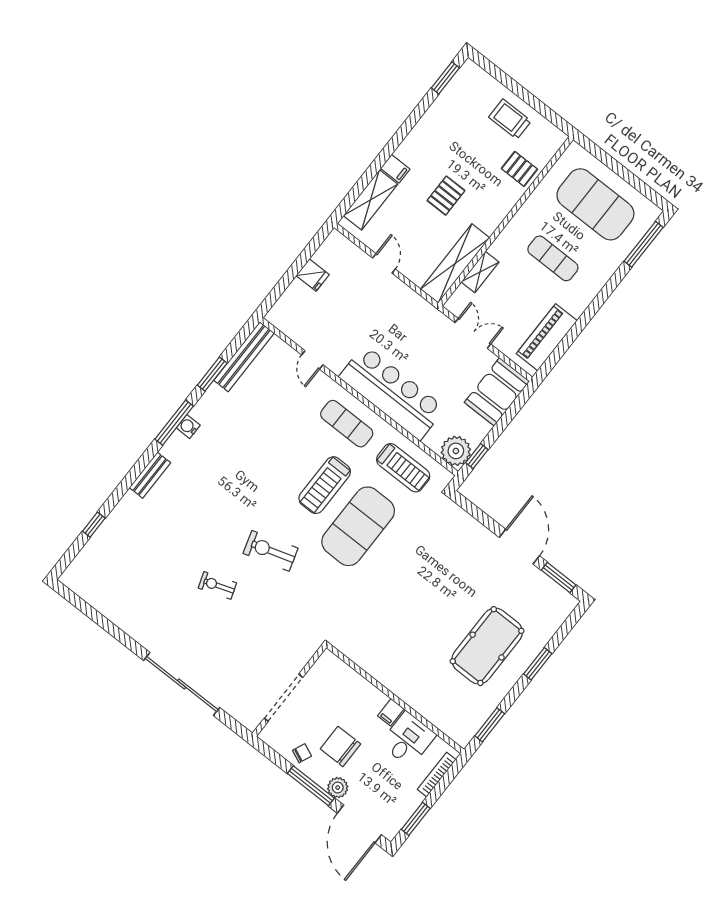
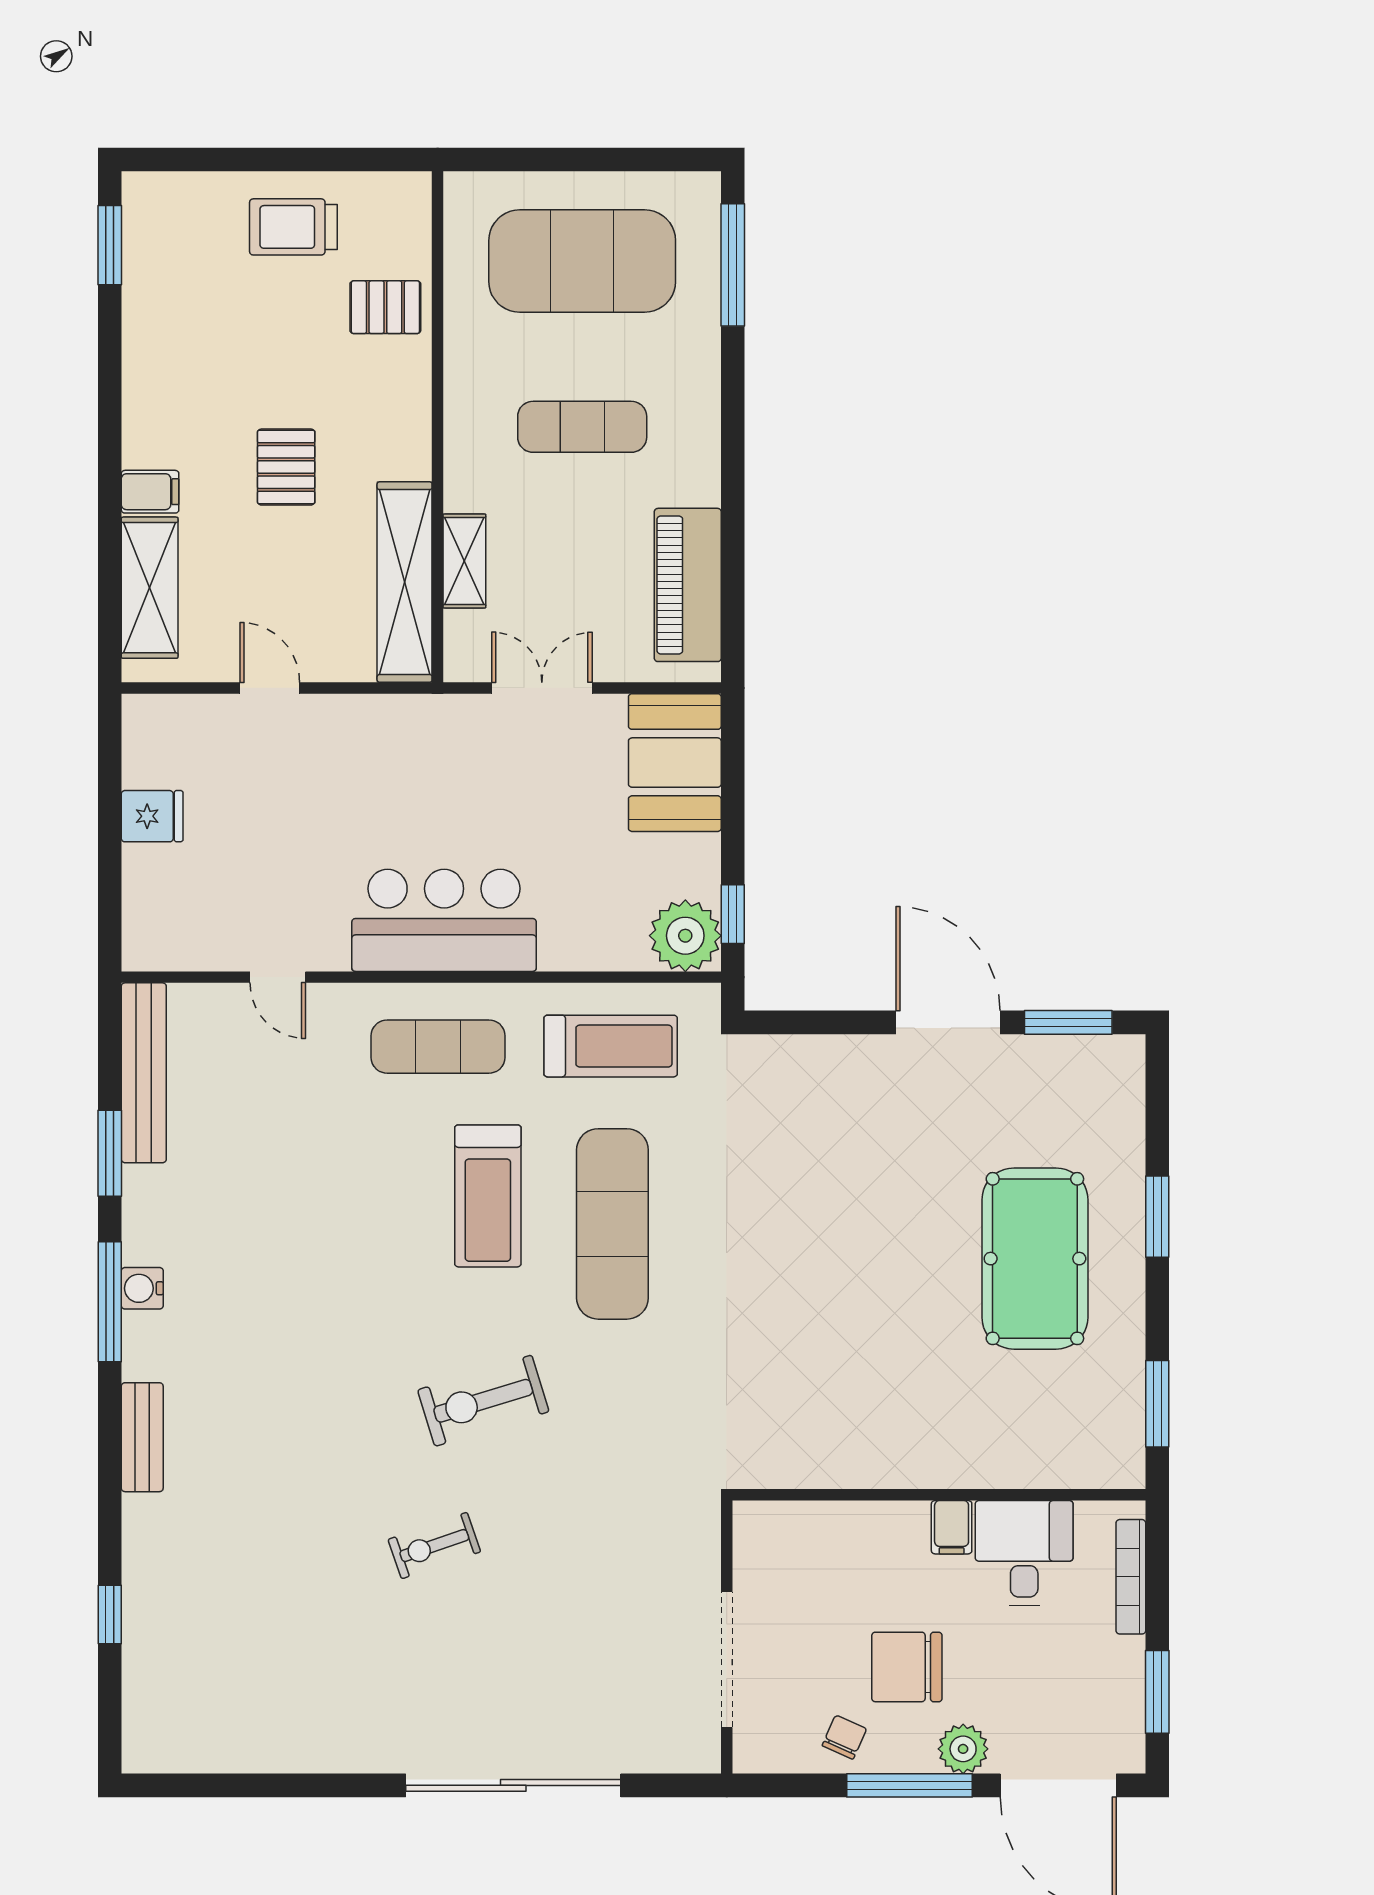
bar counter: (392, 393) -> (444, 920), width x0.73
exercise mat: (358, 526) -> (612, 1224), width x0.68

